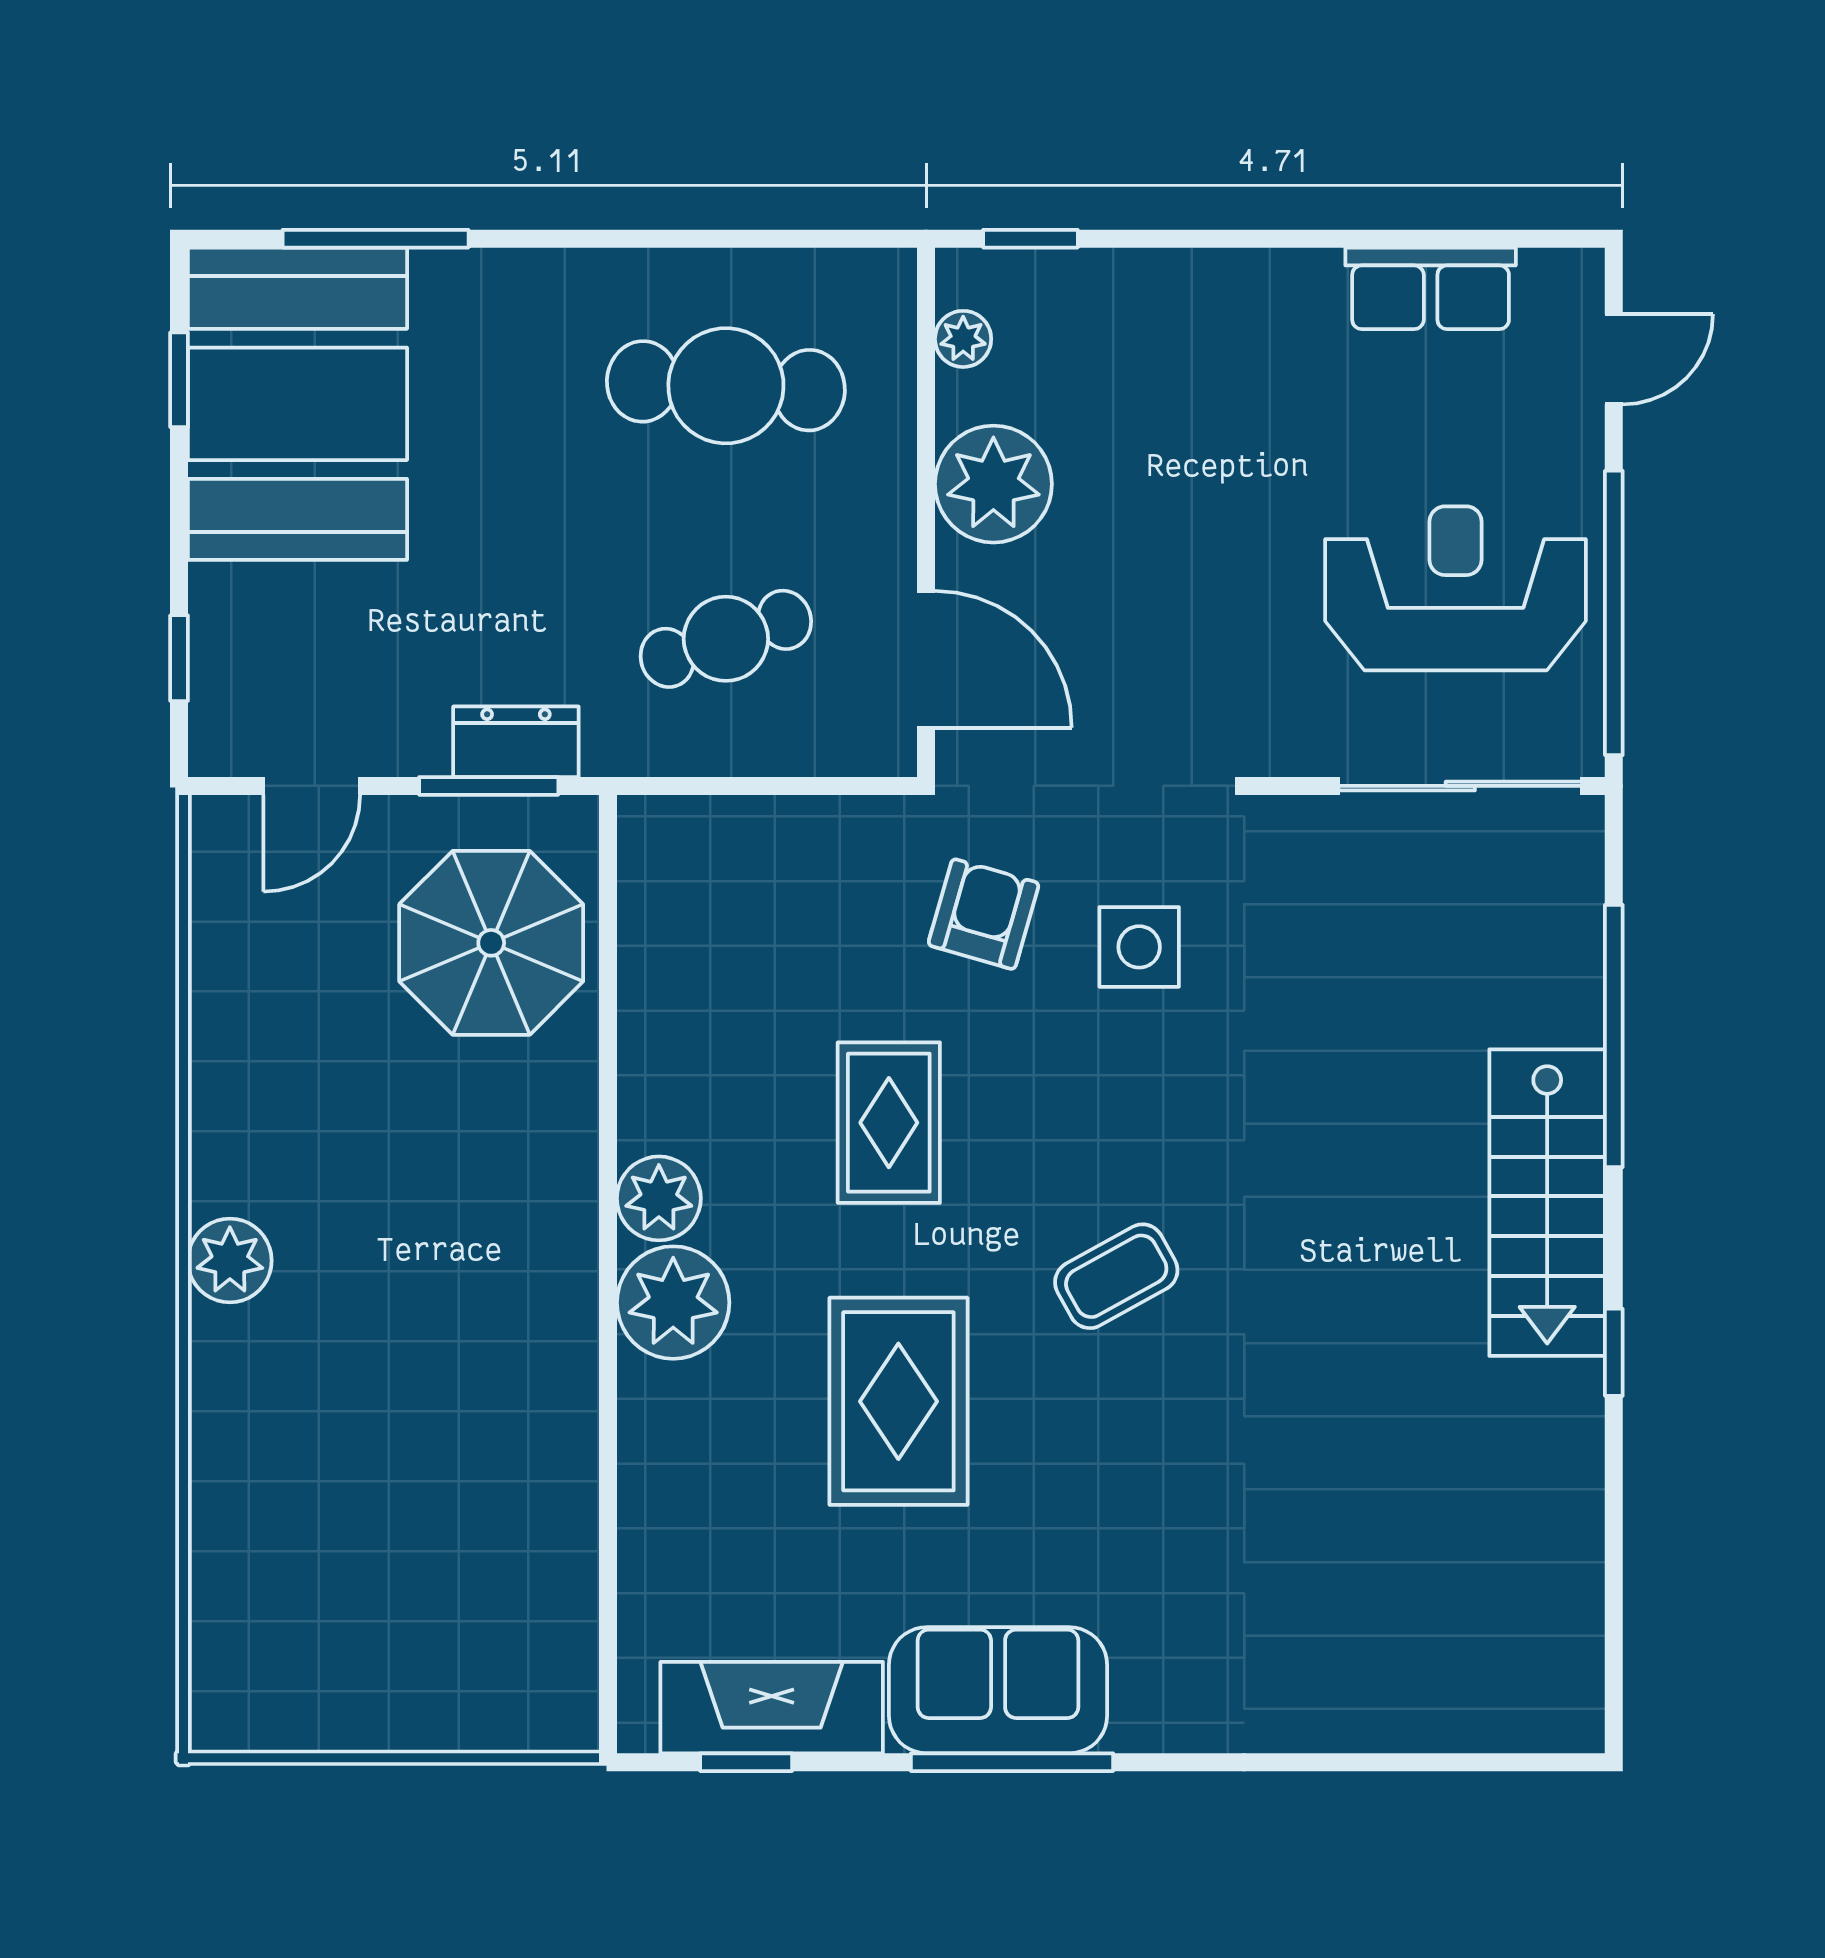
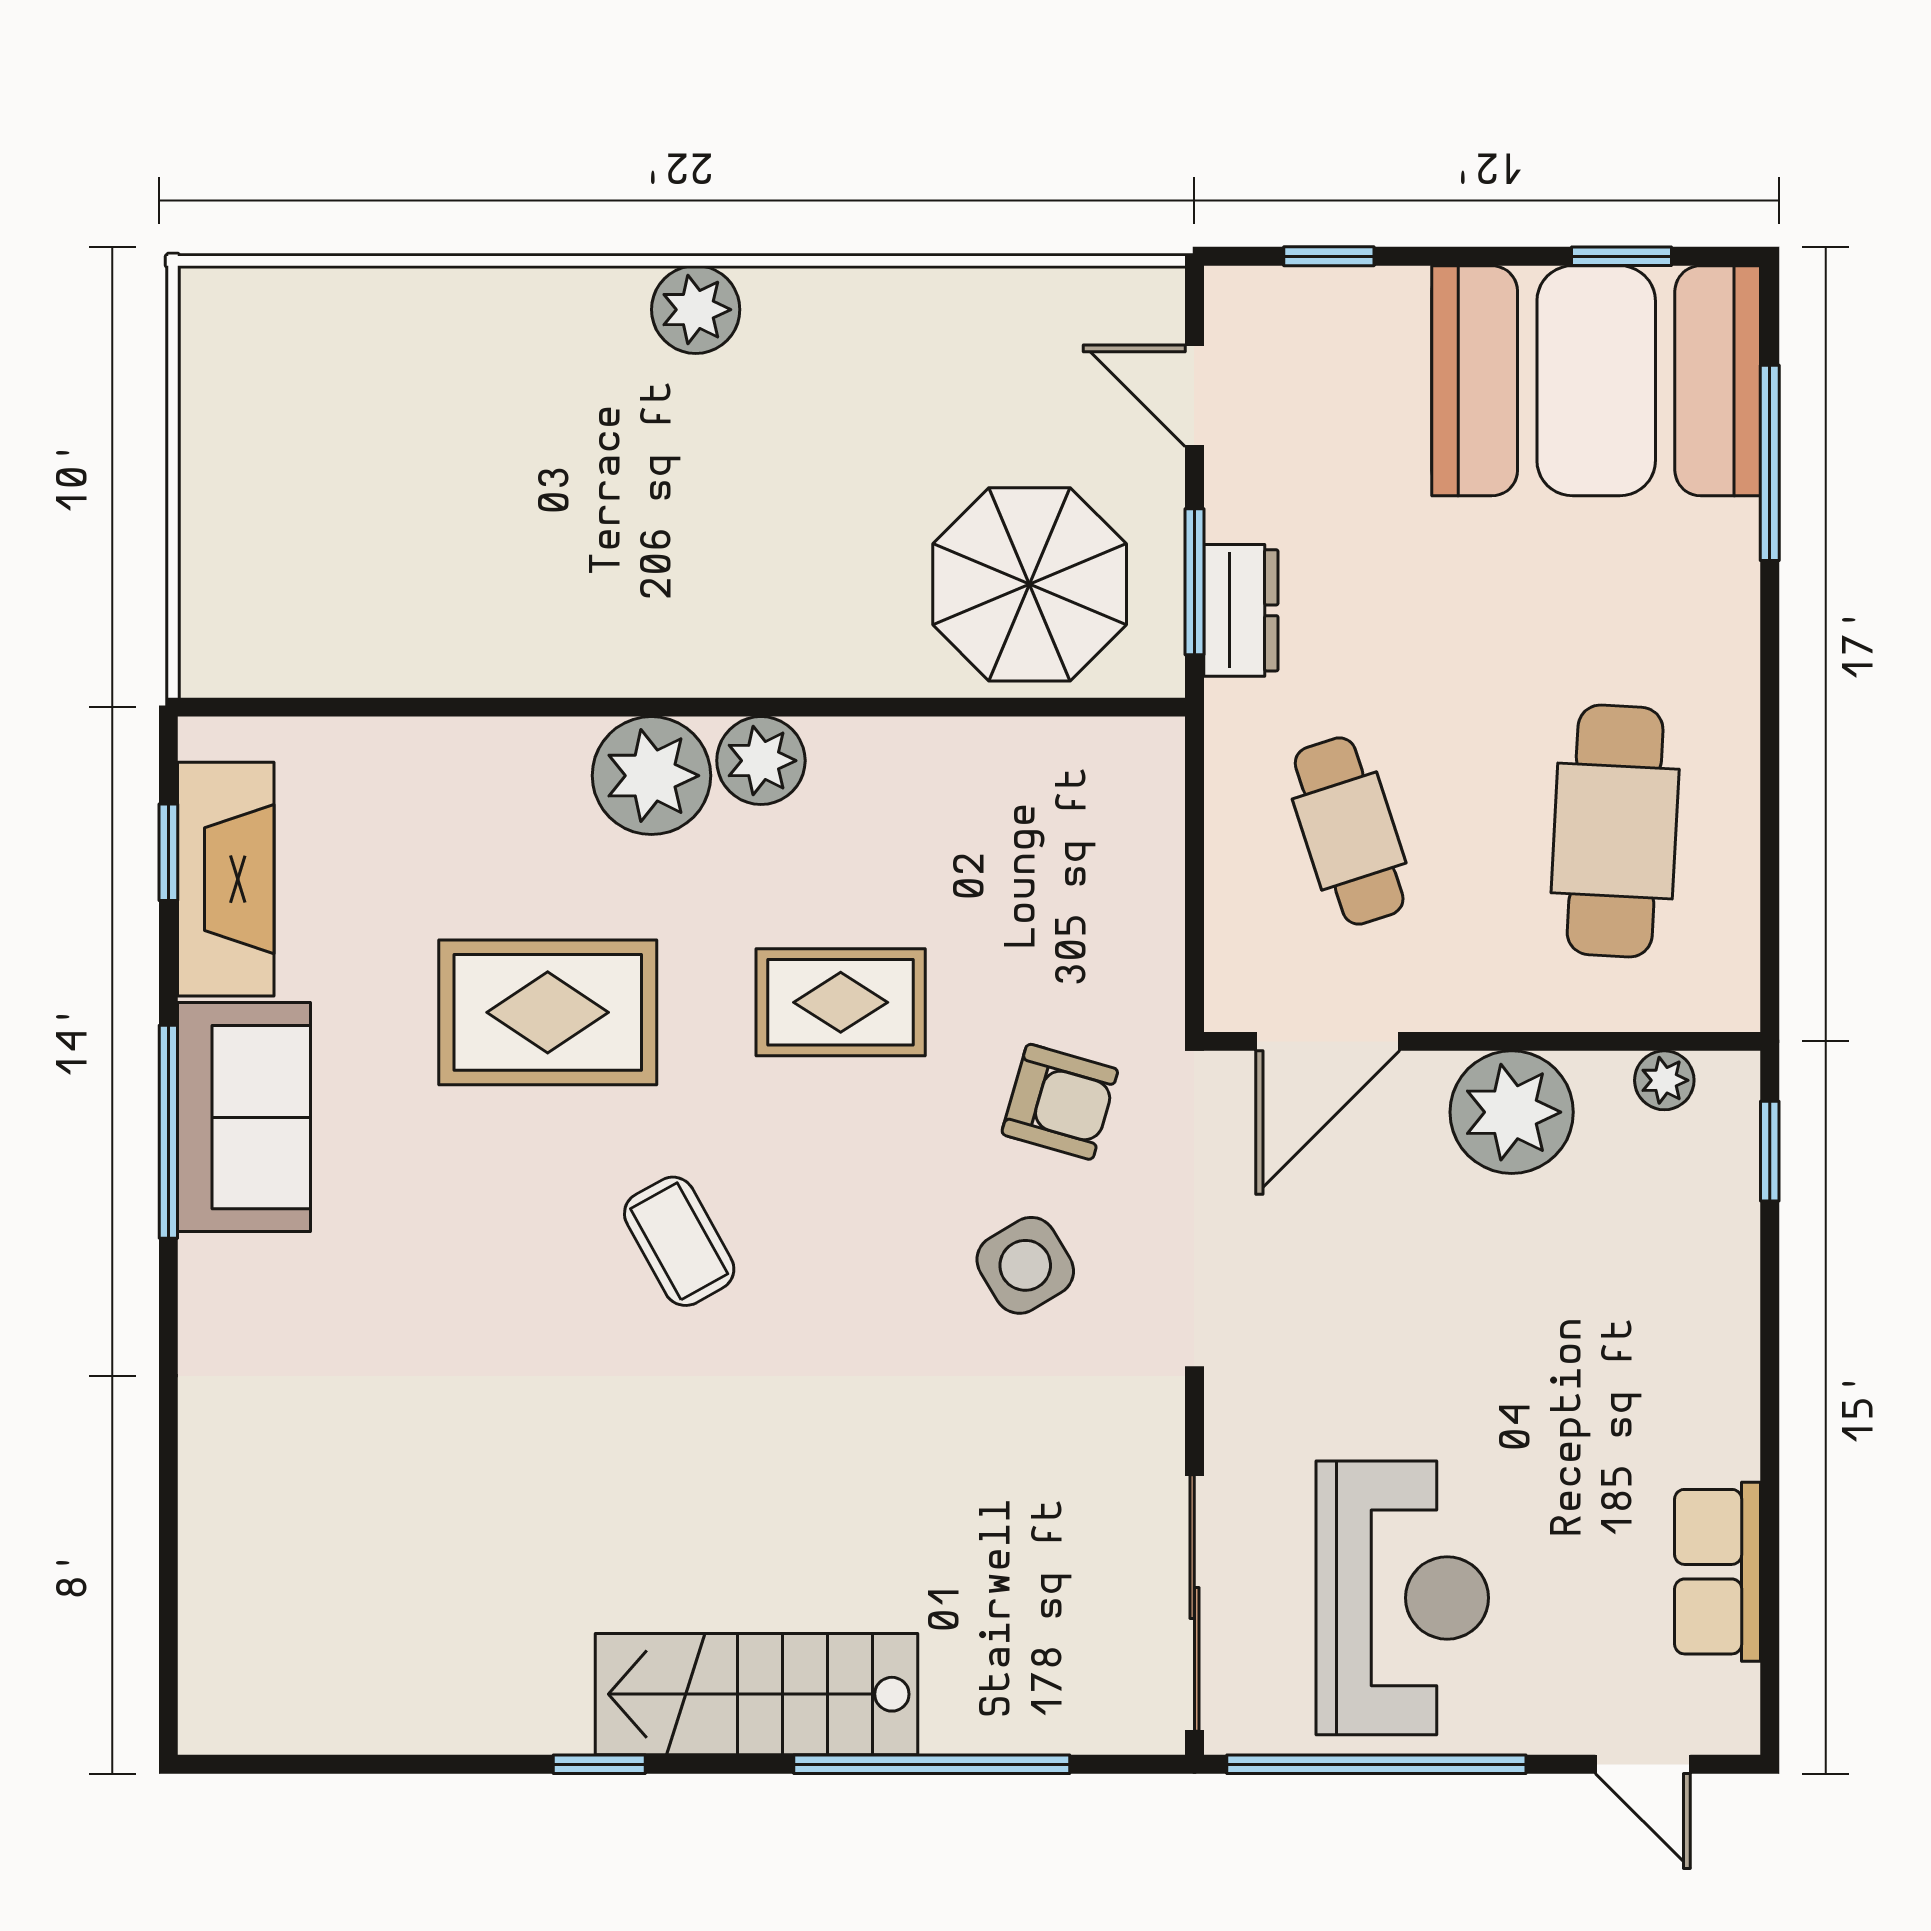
side table: (1139, 947) -> (1025, 1265), turned -31

